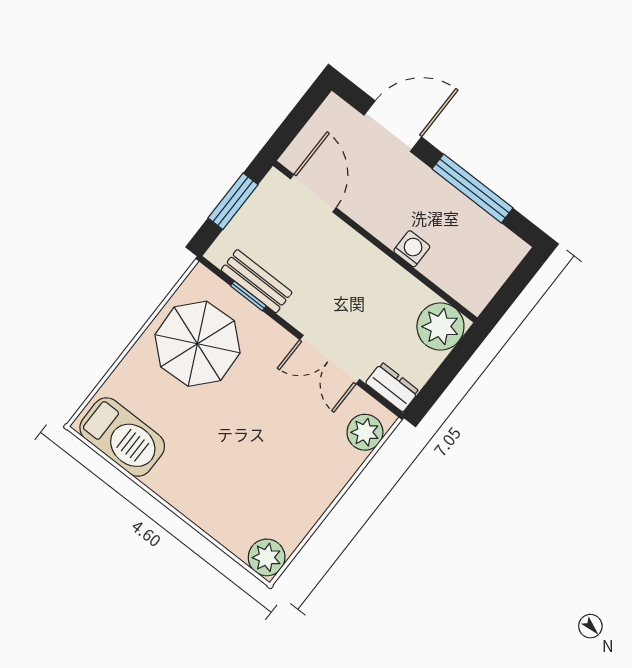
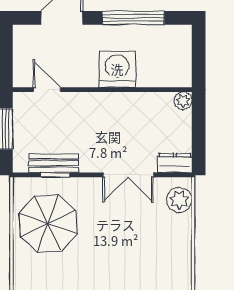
door: (313, 193) -> (47, 90), width x0.73
washing machine: (412, 249) -> (117, 69), width x1.89, depth x1.89
plant: (440, 326) -> (183, 101), width x0.53, depth x0.53

